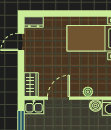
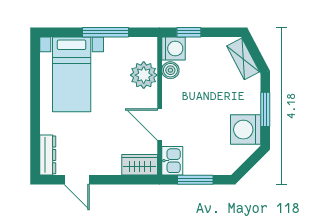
dresser: (34, 22) -> (48, 155), width x1.44
plant: (88, 92) -> (144, 75), width x1.88, depth x1.88

